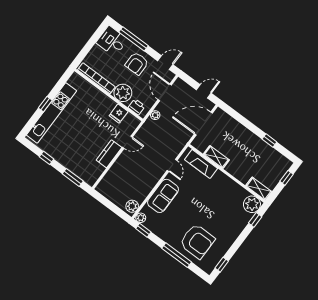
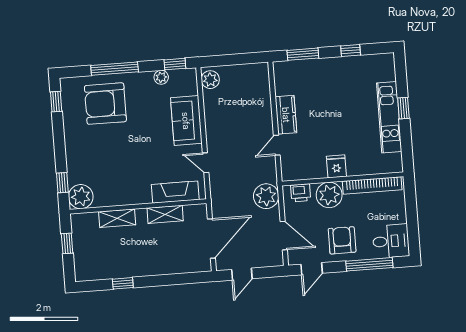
kitchen unit: (51, 113) -> (389, 117), width x0.73
fridge: (119, 114) -> (336, 166), moved
plant: (155, 115) -> (266, 196), width x1.87, depth x1.87
window: (287, 178) -> (67, 243), moved
shelving: (259, 189) -> (117, 218), moved
plant: (141, 218) -> (161, 77), moved

